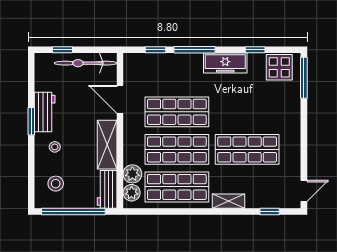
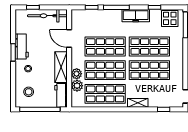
shop shelf: (247, 112) -> (149, 47), added
plant: (132, 193) -> (77, 74), moved

